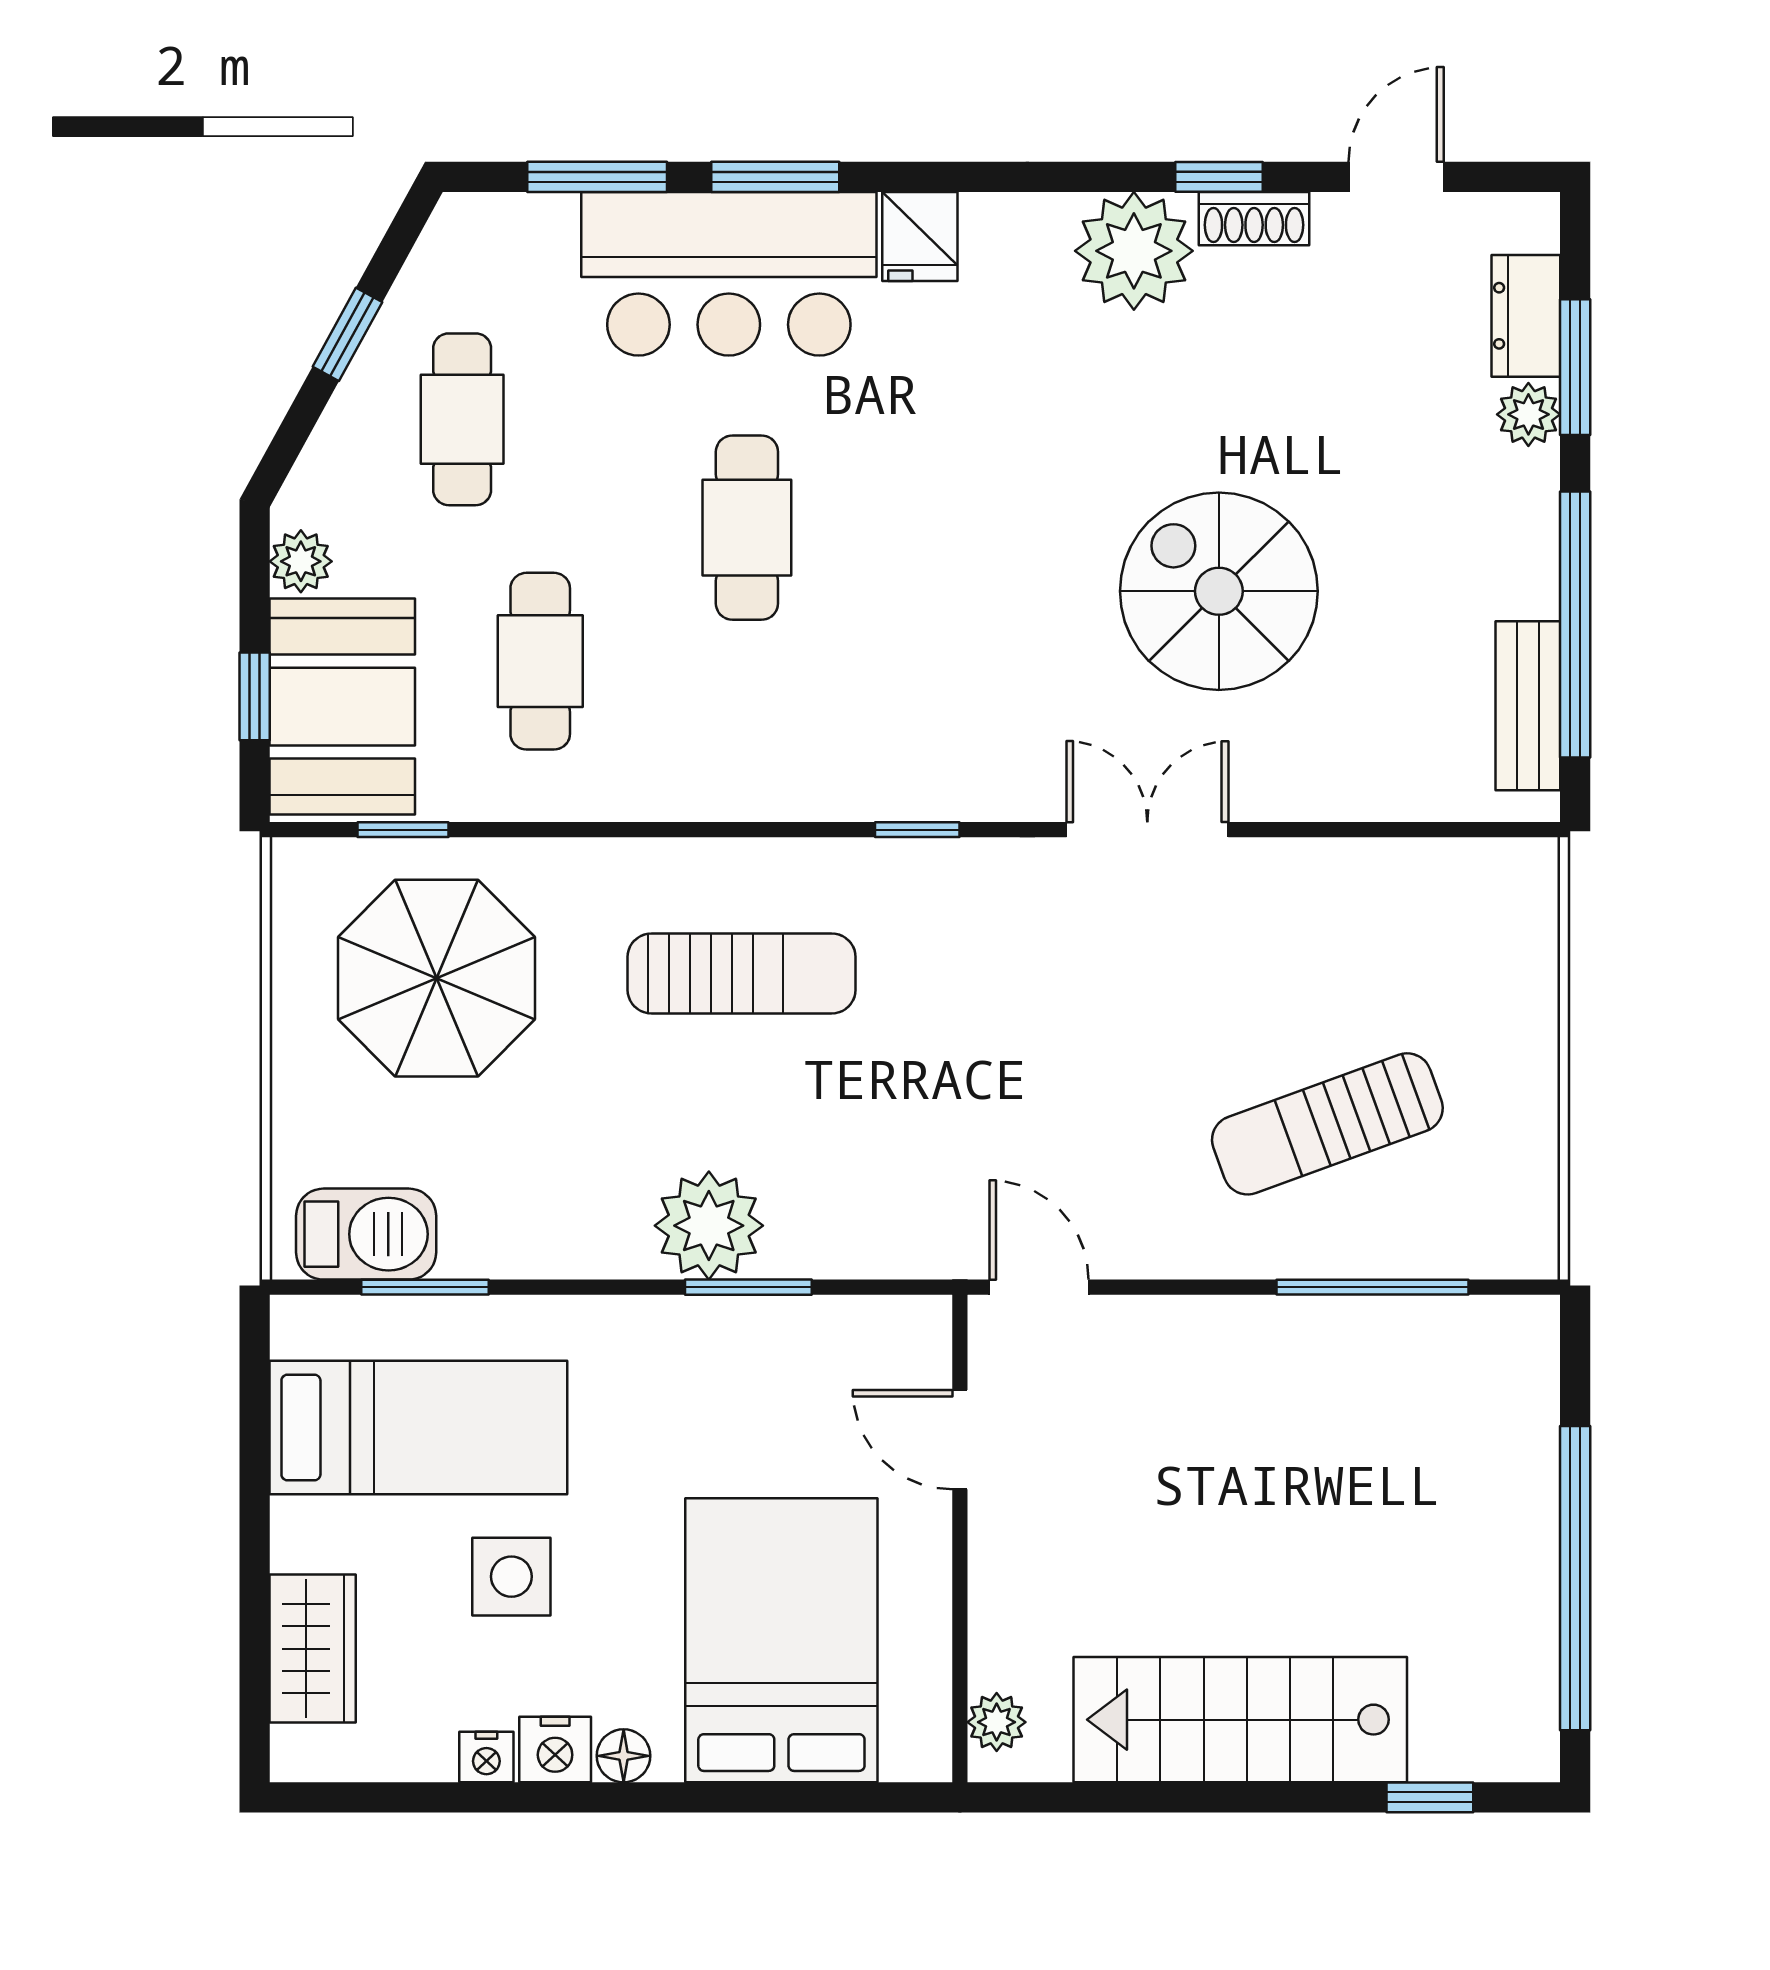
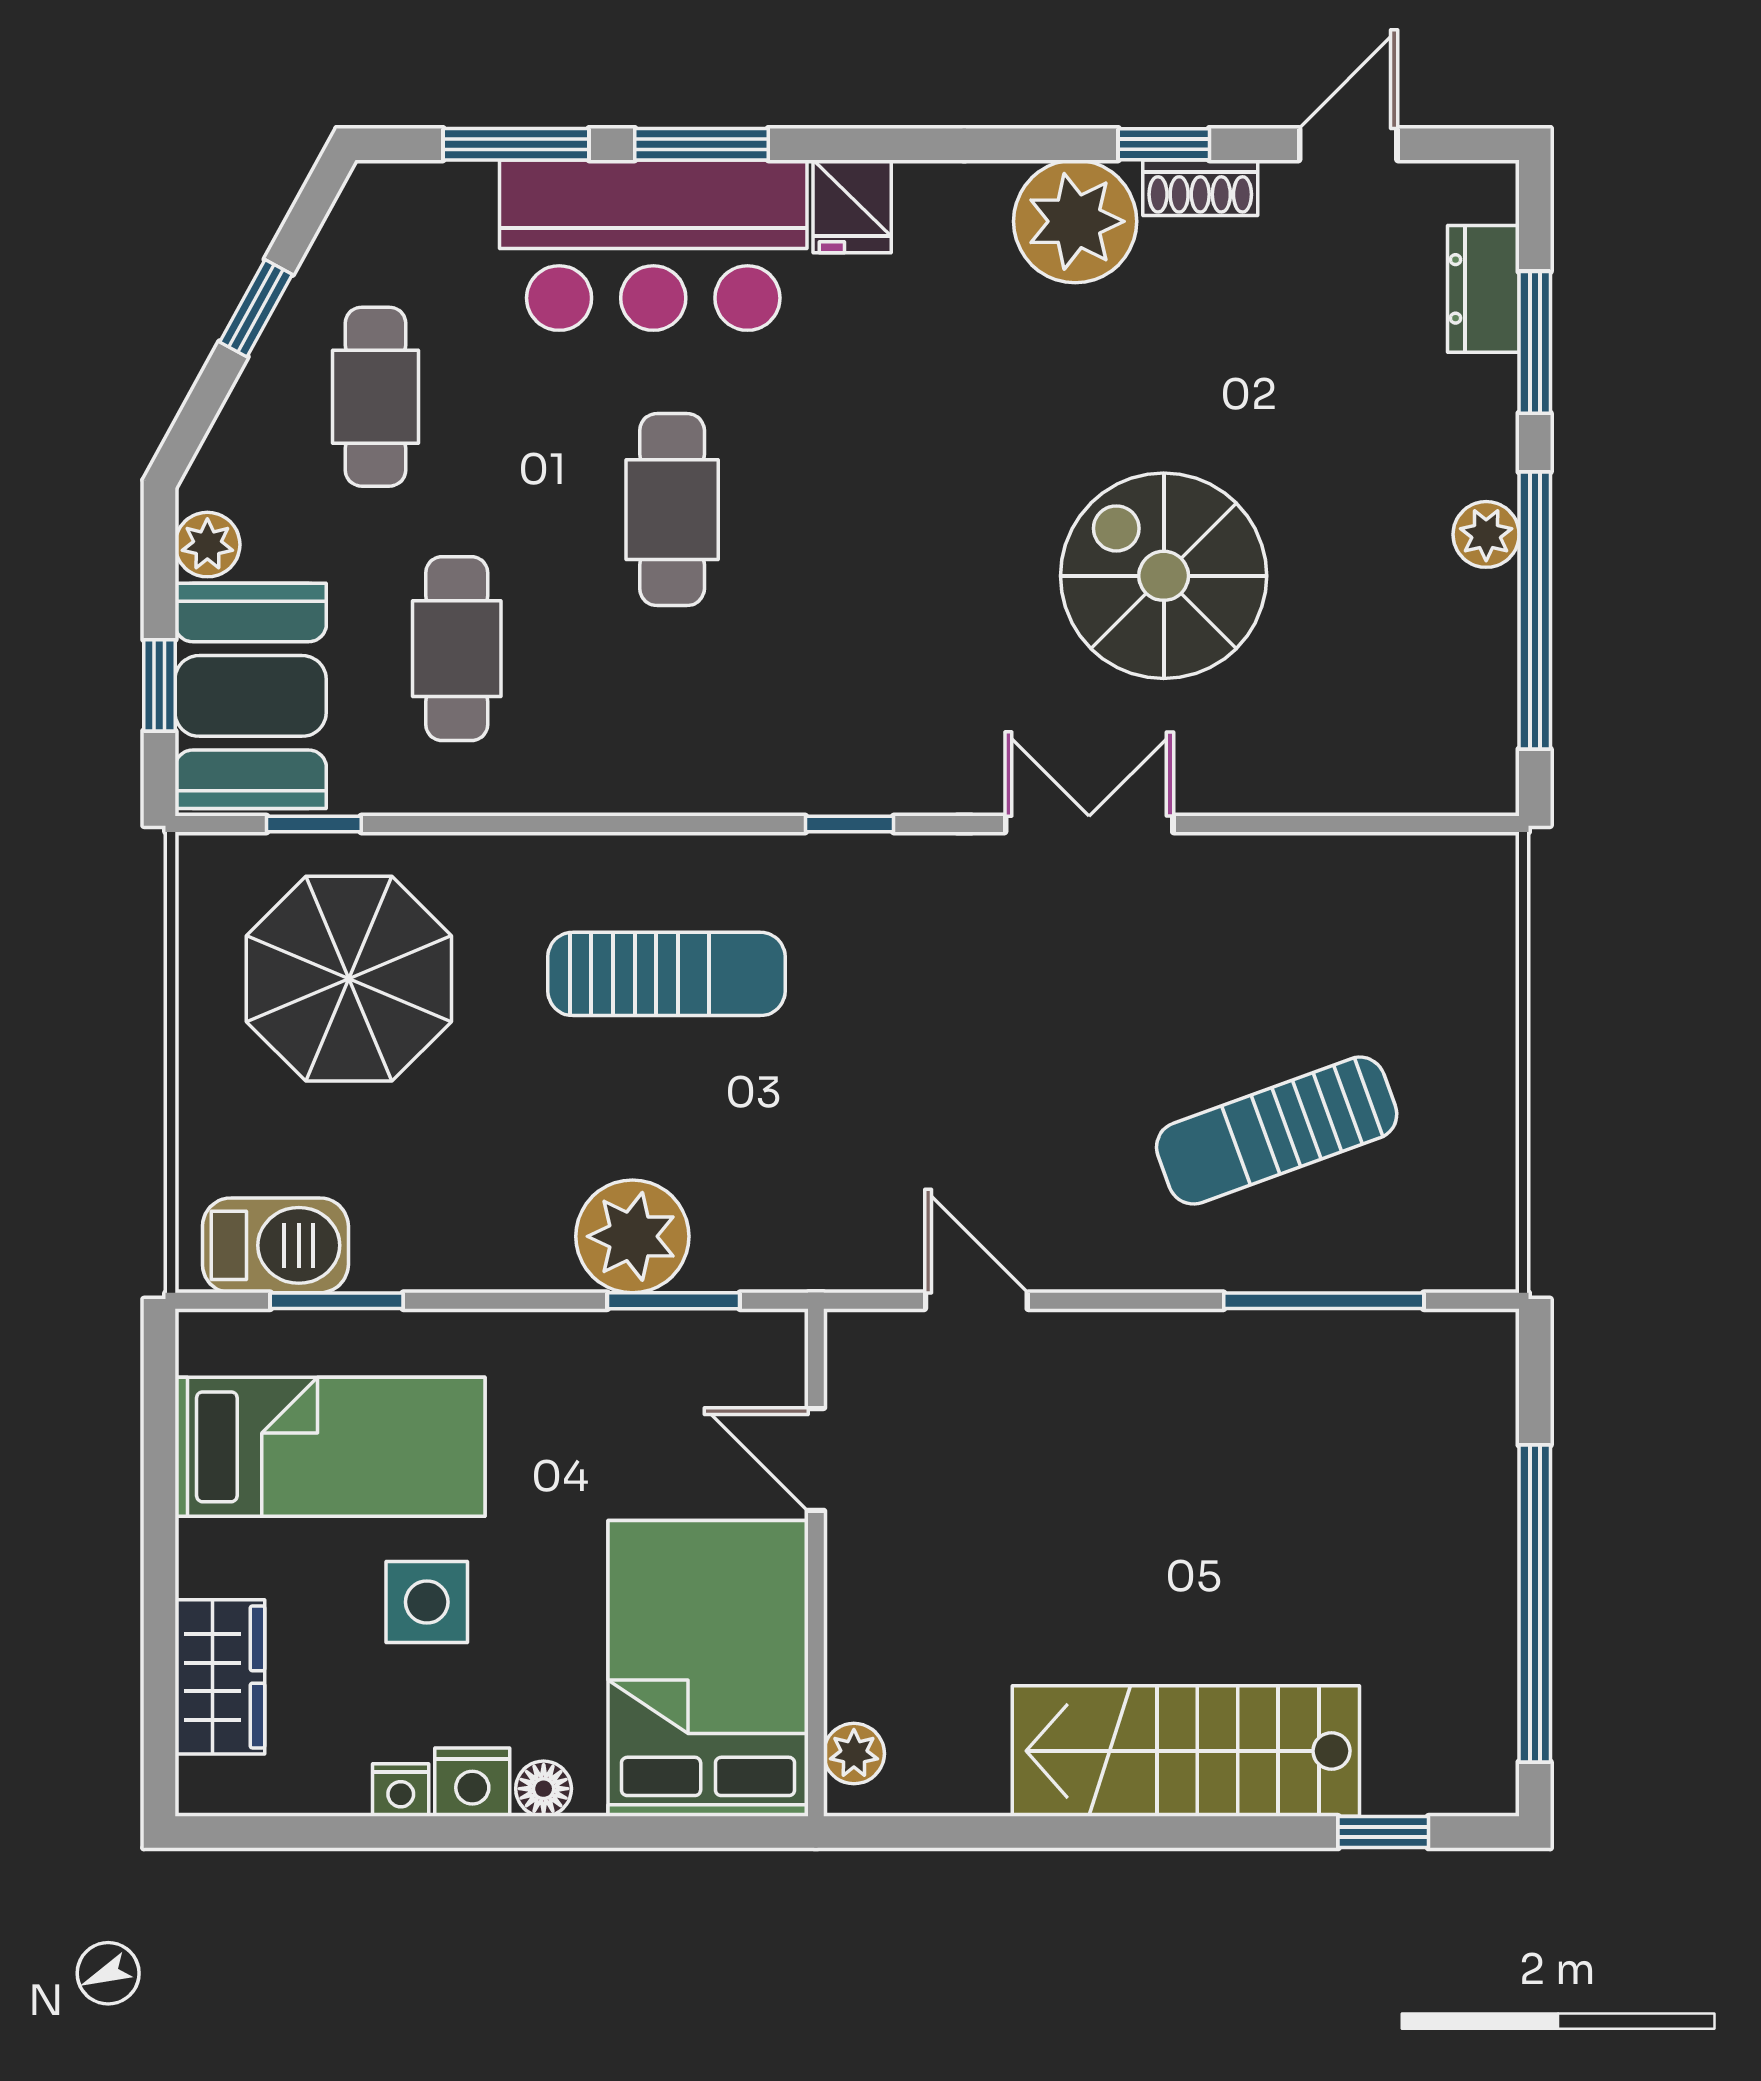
plant: (1528, 414) -> (1486, 534), moved
bench: (1528, 706) -> (1485, 695), removed
door: (960, 1440) -> (816, 1459), moved
wall: (960, 1539) -> (816, 1562), moved
plant: (997, 1722) -> (854, 1754), moved

